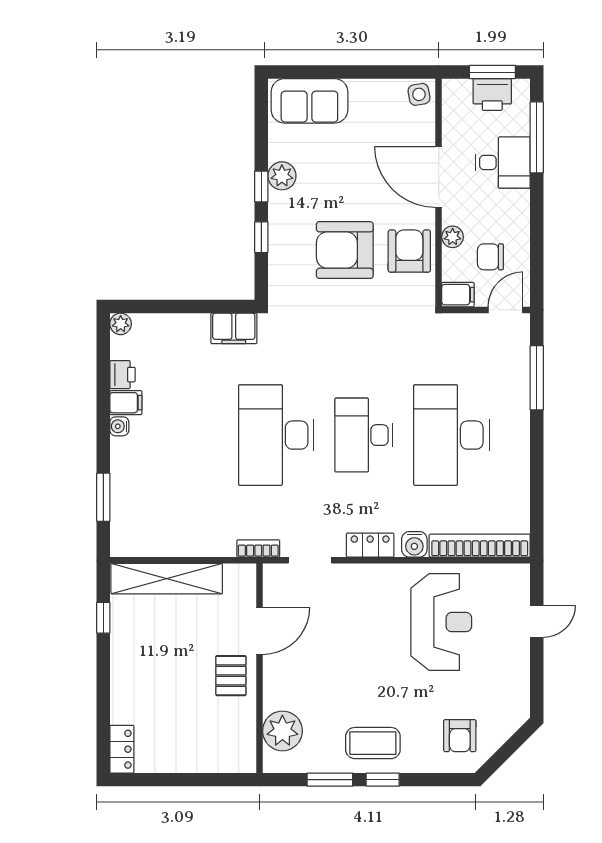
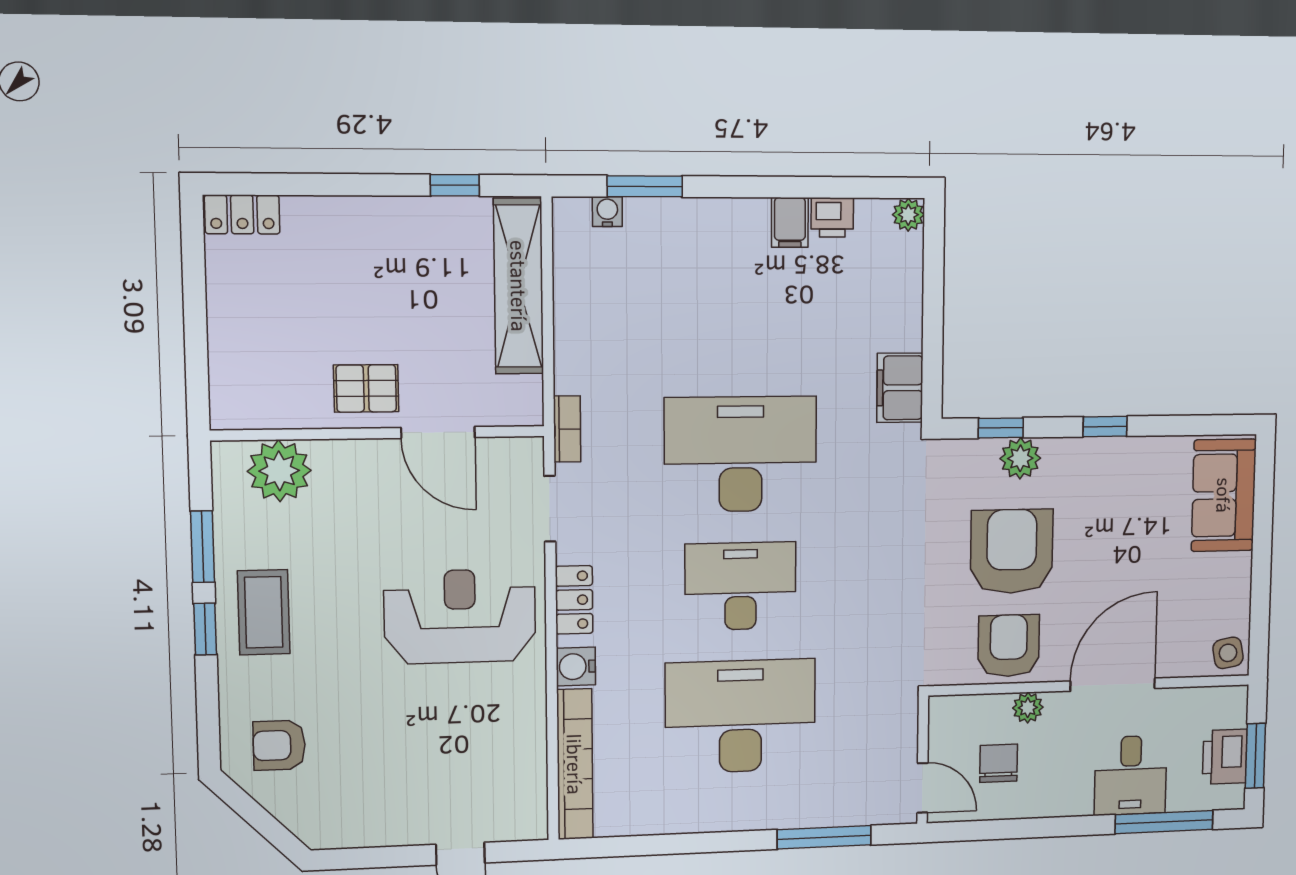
plant: (282, 176) -> (1020, 458), moved
window: (261, 237) -> (1001, 428), moved
armchair: (409, 251) -> (1009, 646), turned -90
filing cabinet: (458, 295) -> (945, 718), removed
water cooler: (119, 426) -> (607, 212), moved
reception desk: (441, 622) -> (460, 616), moved, turned 180

